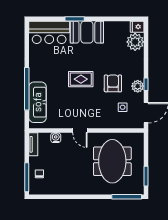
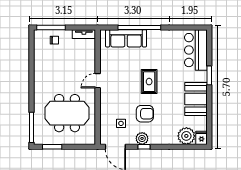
booth: (87, 32) -> (196, 99), moved
water cooler: (56, 138) -> (91, 57), removed

